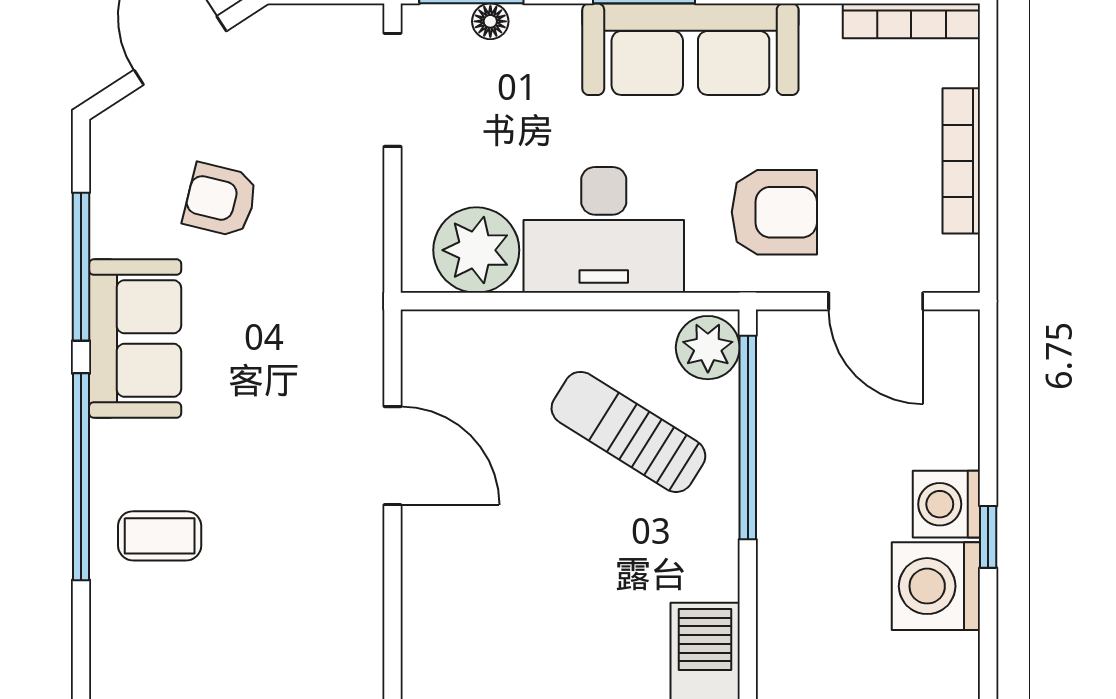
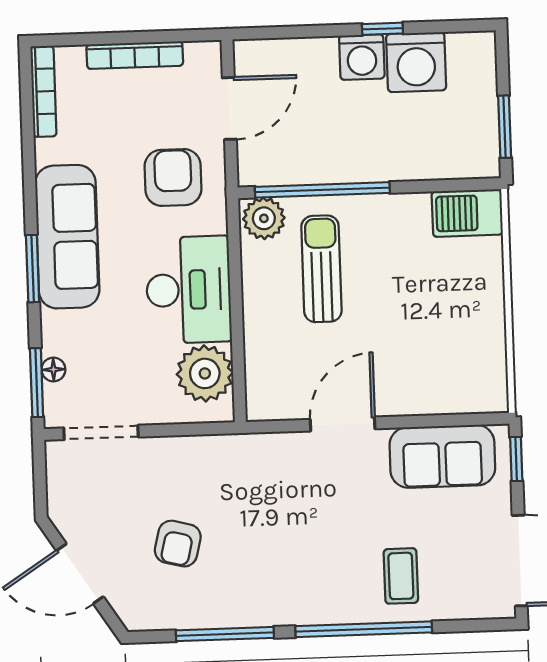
sofa: (135, 339) -> (442, 456), moved, turned 180
sun lounger: (628, 432) -> (321, 269), turned 148

